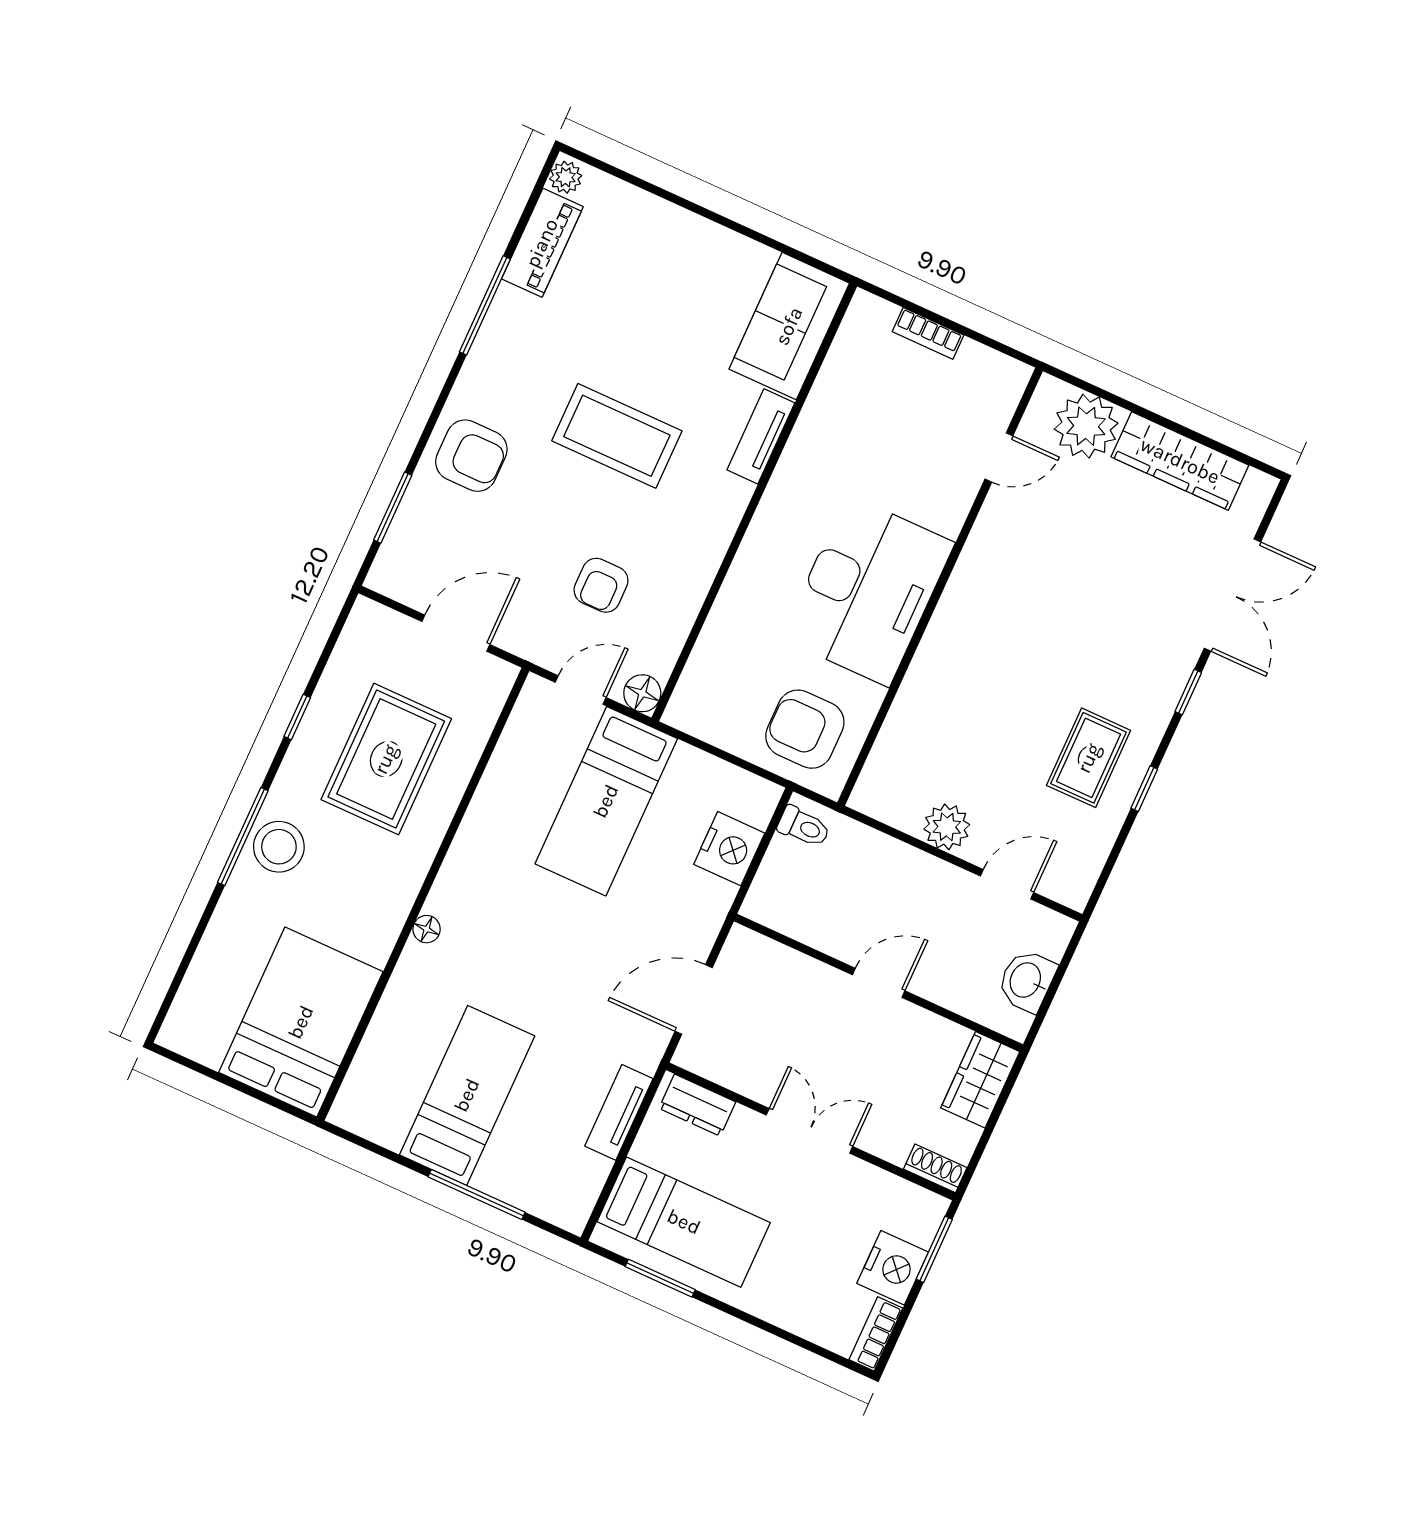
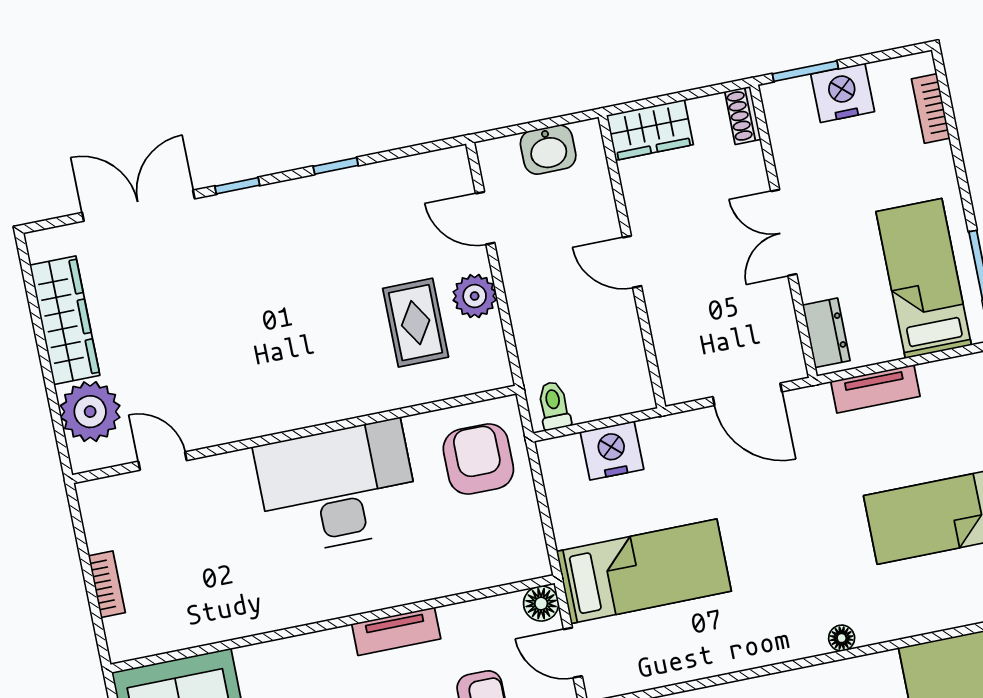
tv unit: (761, 436) -> (396, 631), moved
armchair: (805, 729) -> (478, 459), turned 180
rug: (1089, 758) -> (416, 323), moved, turned 90
bookcase: (876, 1334) -> (931, 109), moved, turned 90

